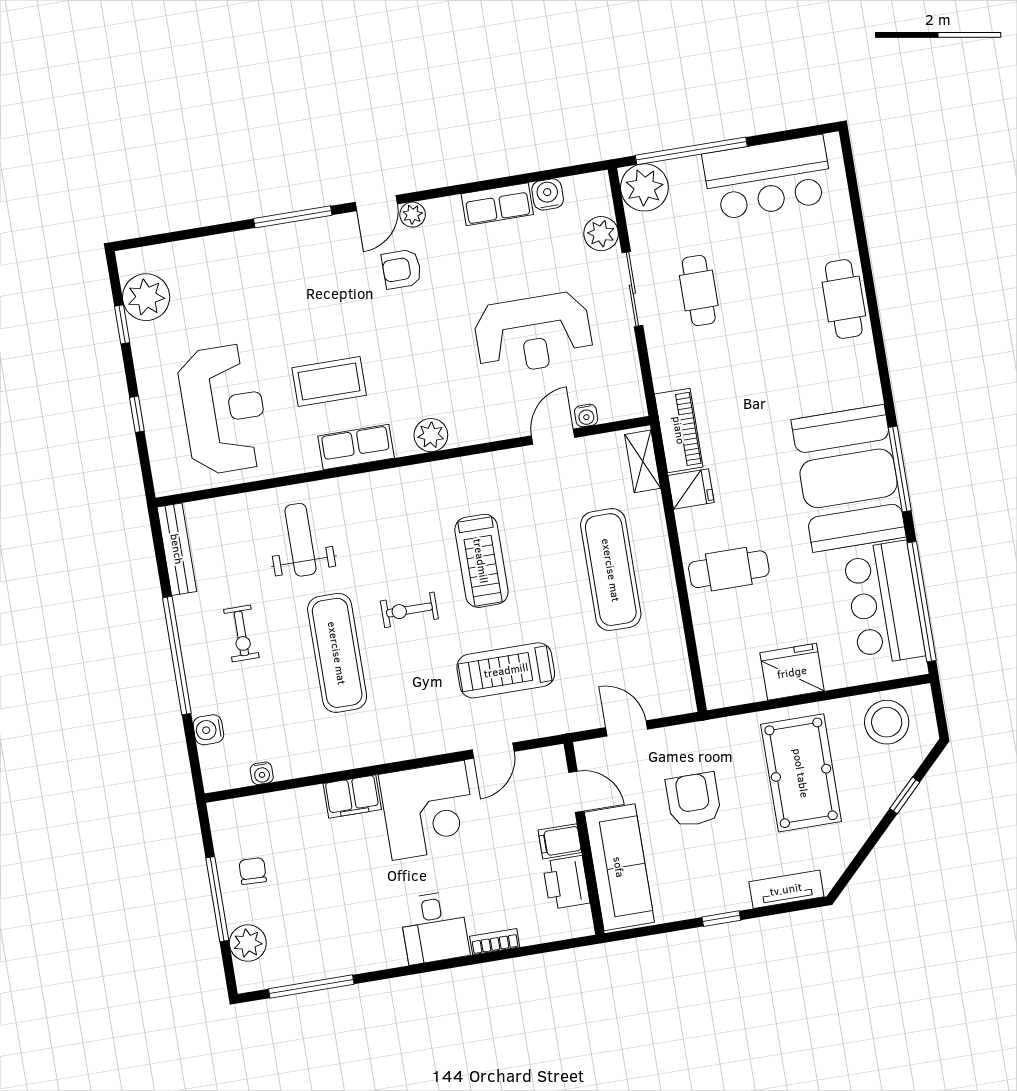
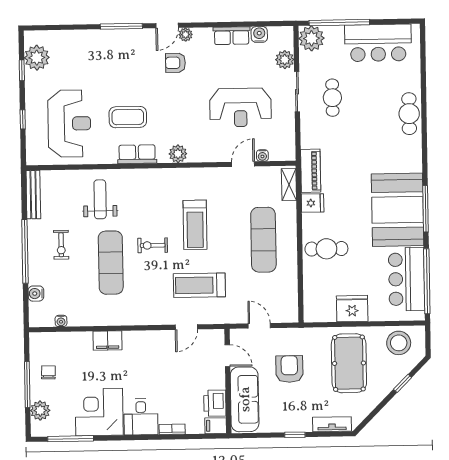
corner desk: (428, 810) -> (99, 412), moved, turned 180
filing cabinet: (560, 841) -> (216, 426), moved

